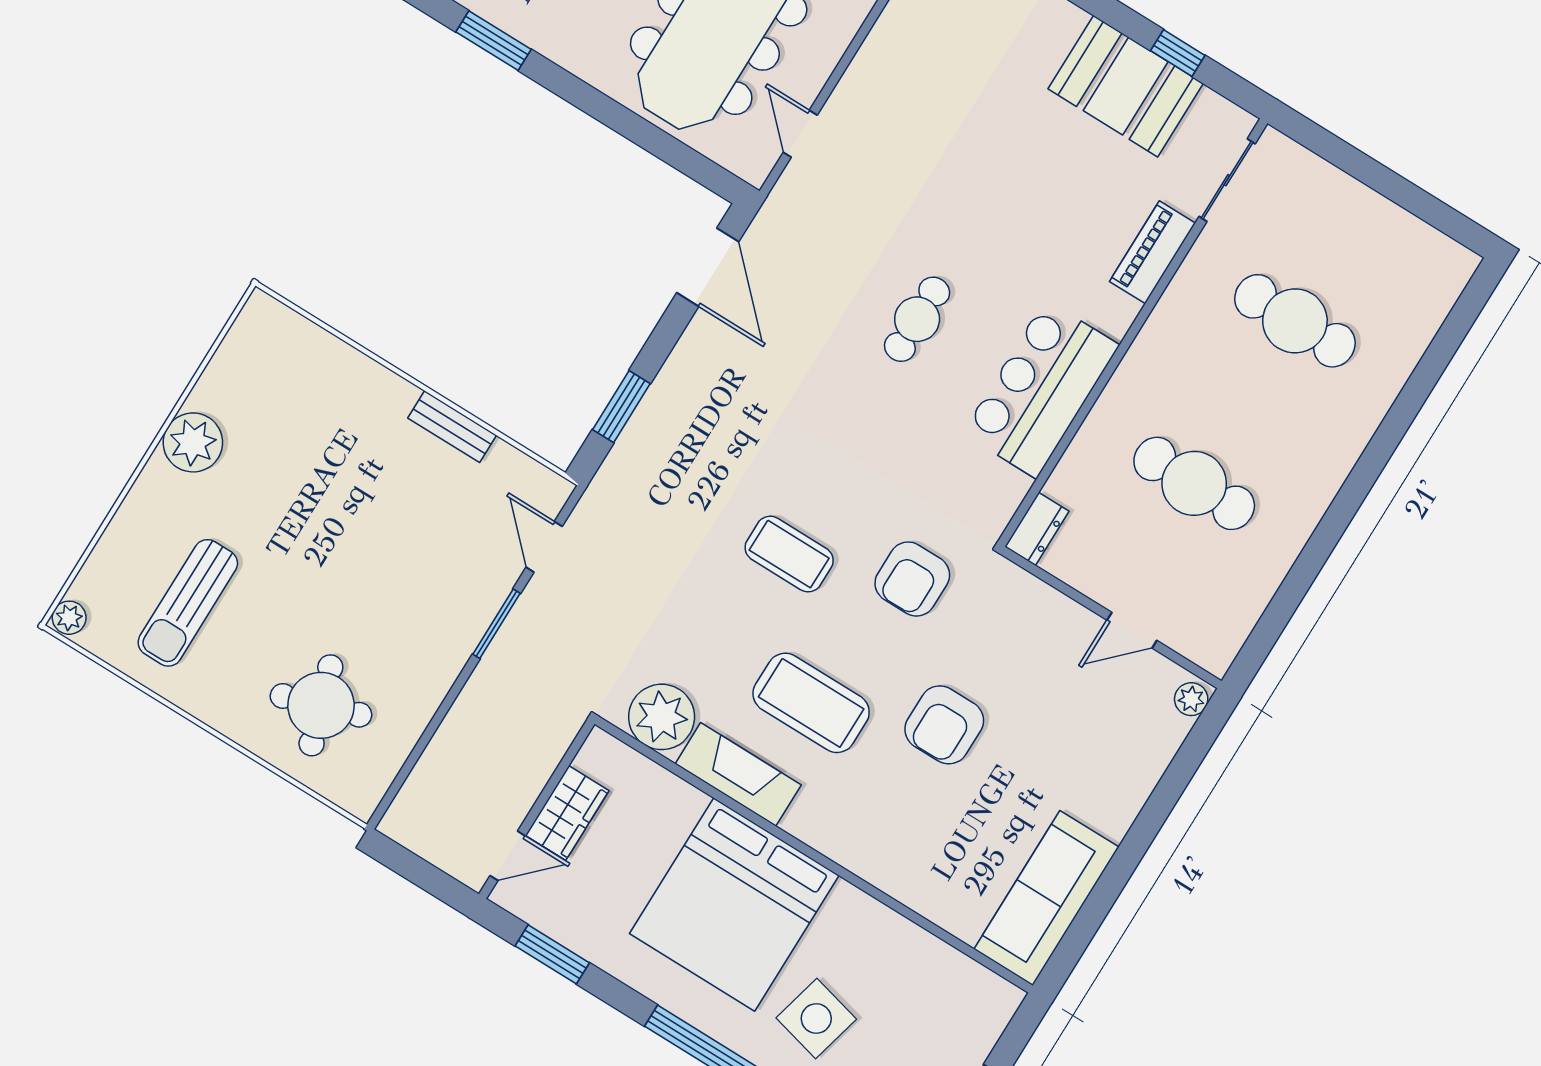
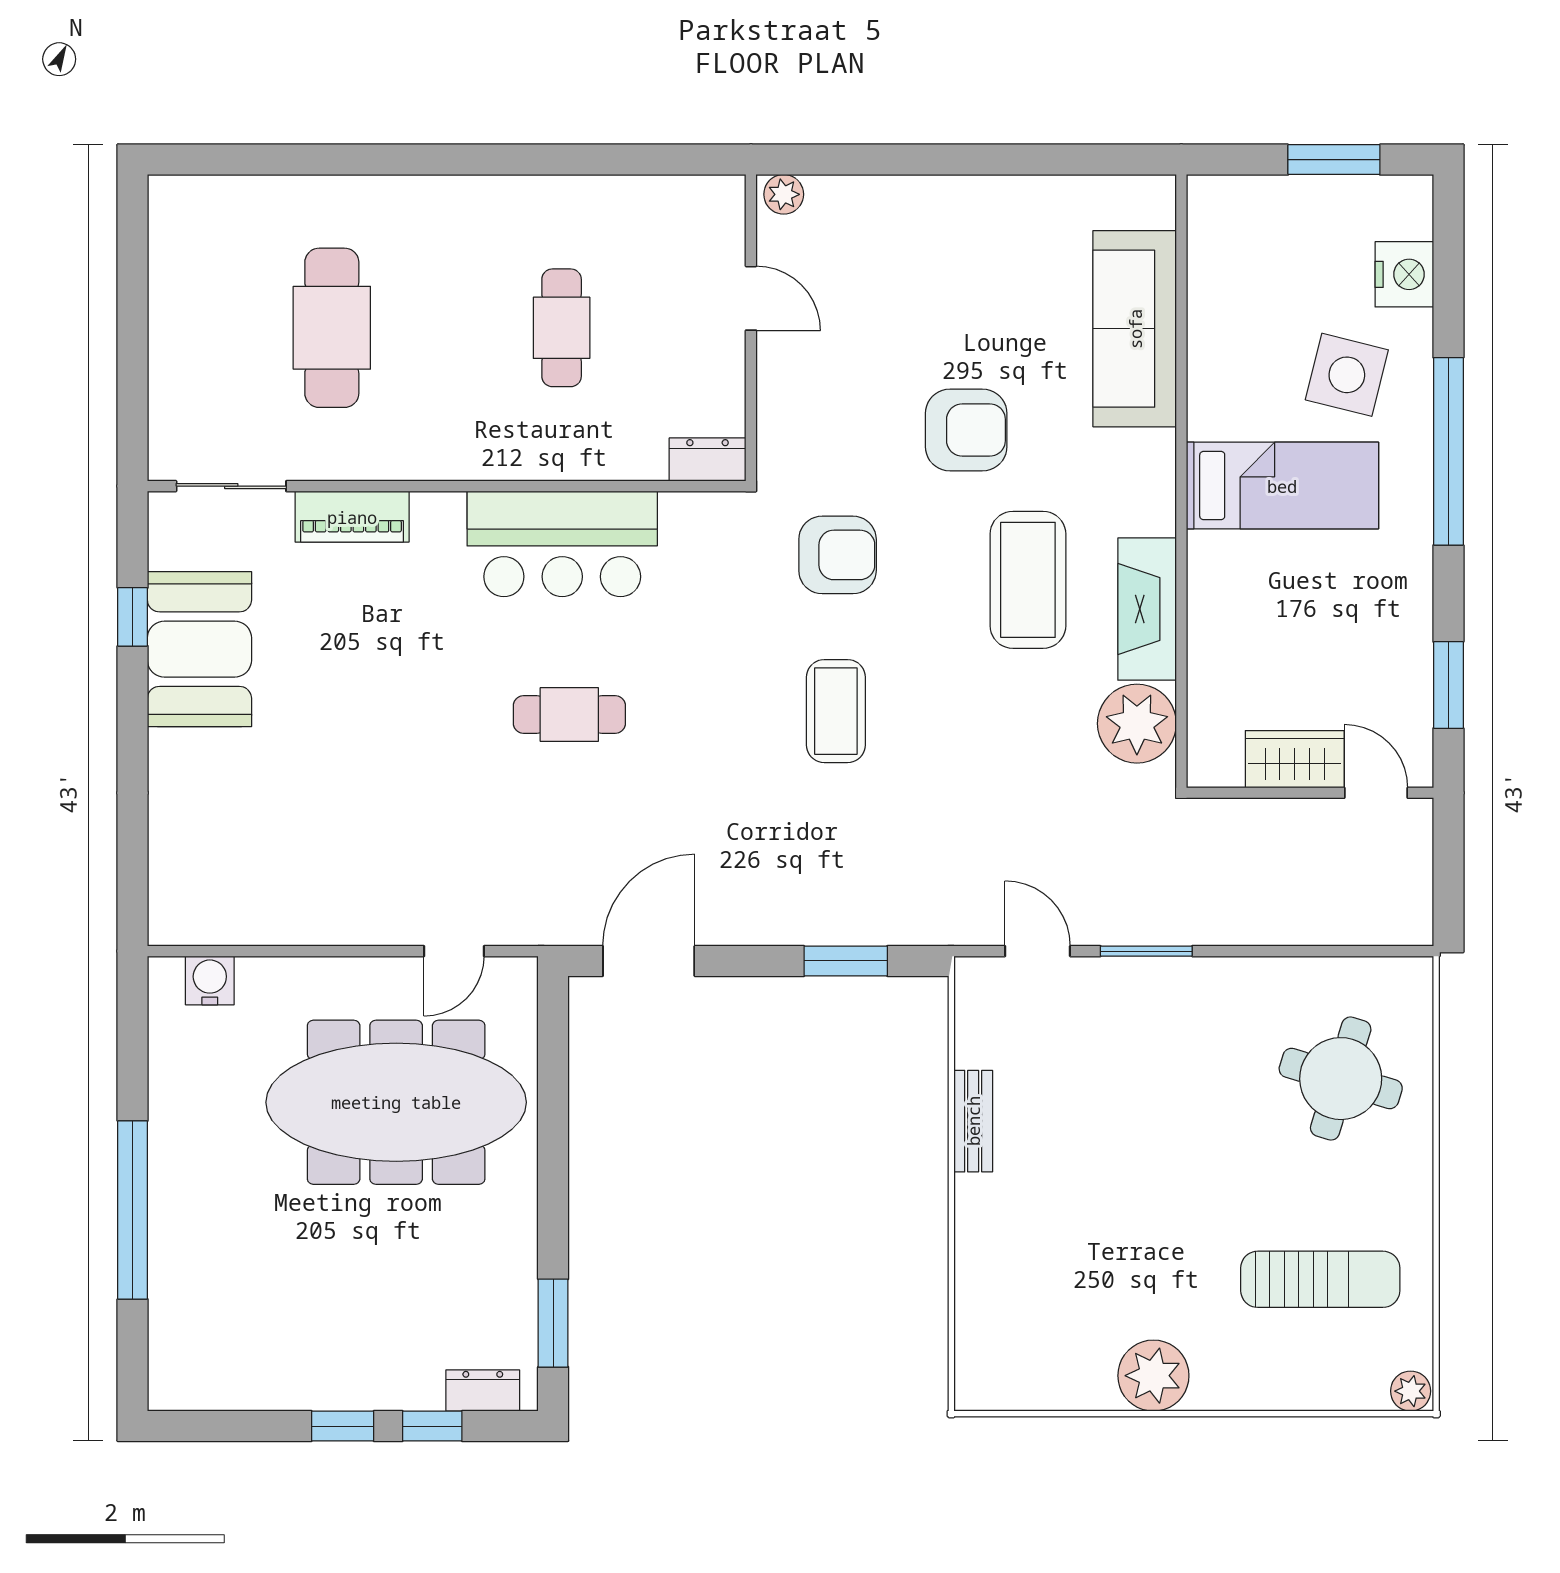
cafe table: (1194, 483) -> (562, 328), width x0.73, depth x0.74
door: (544, 547) -> (1038, 951), swing flipped
coffee table: (789, 554) -> (836, 711), moved
round table: (321, 705) -> (1341, 1079), turned 35
sofa: (1046, 898) -> (1135, 329), moved, turned 90
bed: (734, 905) -> (1282, 486), width x0.49

